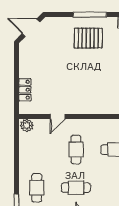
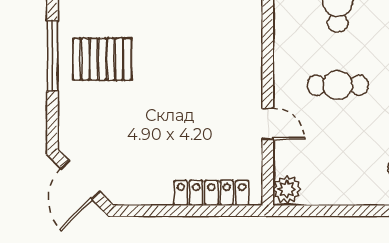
pallet: (88, 38) -> (102, 59), turned 90
locker: (25, 90) -> (211, 193), width x1.53

